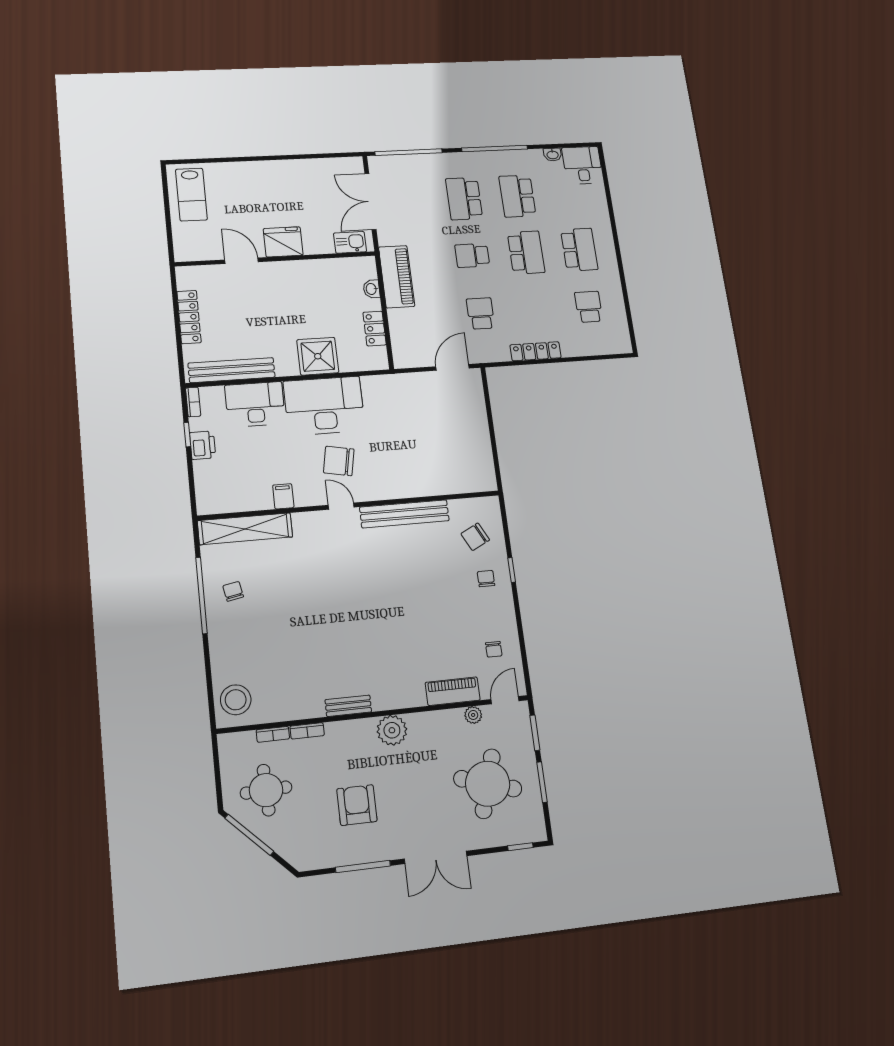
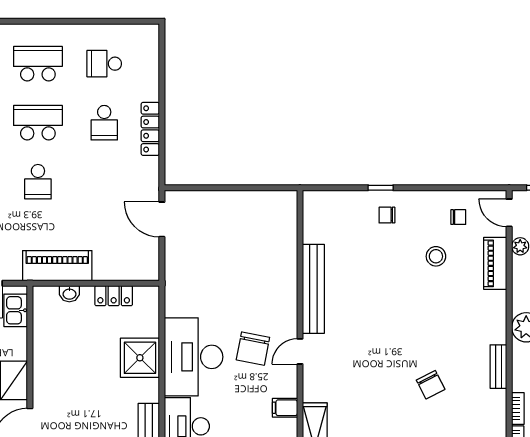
school desk: (481, 313) -> (104, 123), moved, turned -90
chair: (475, 537) -> (431, 385), moved
stool: (452, 631) -> (436, 256), added

